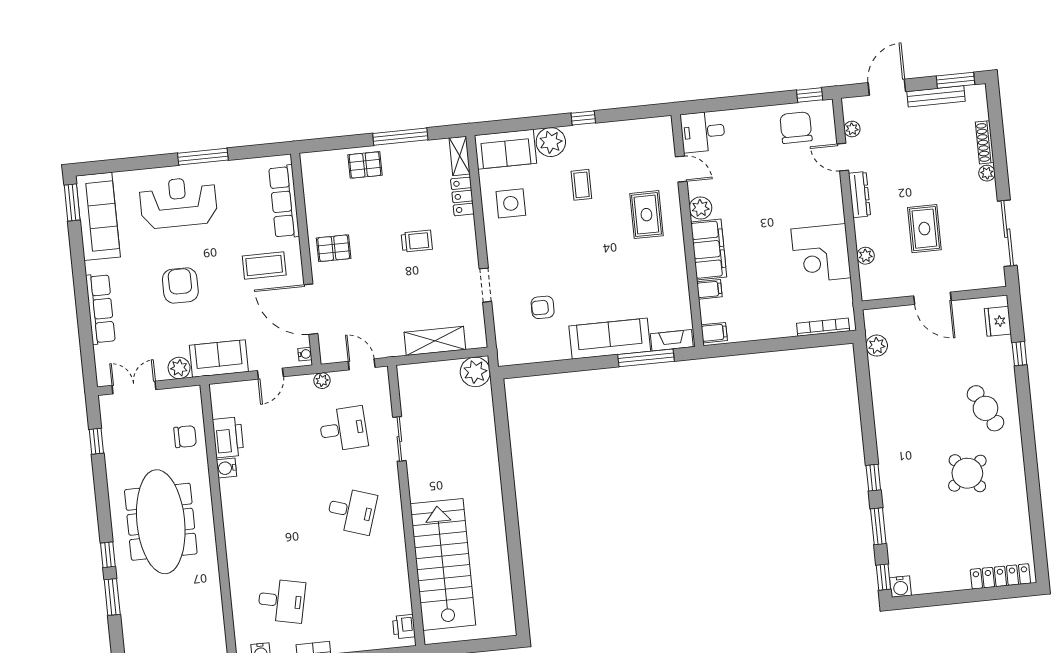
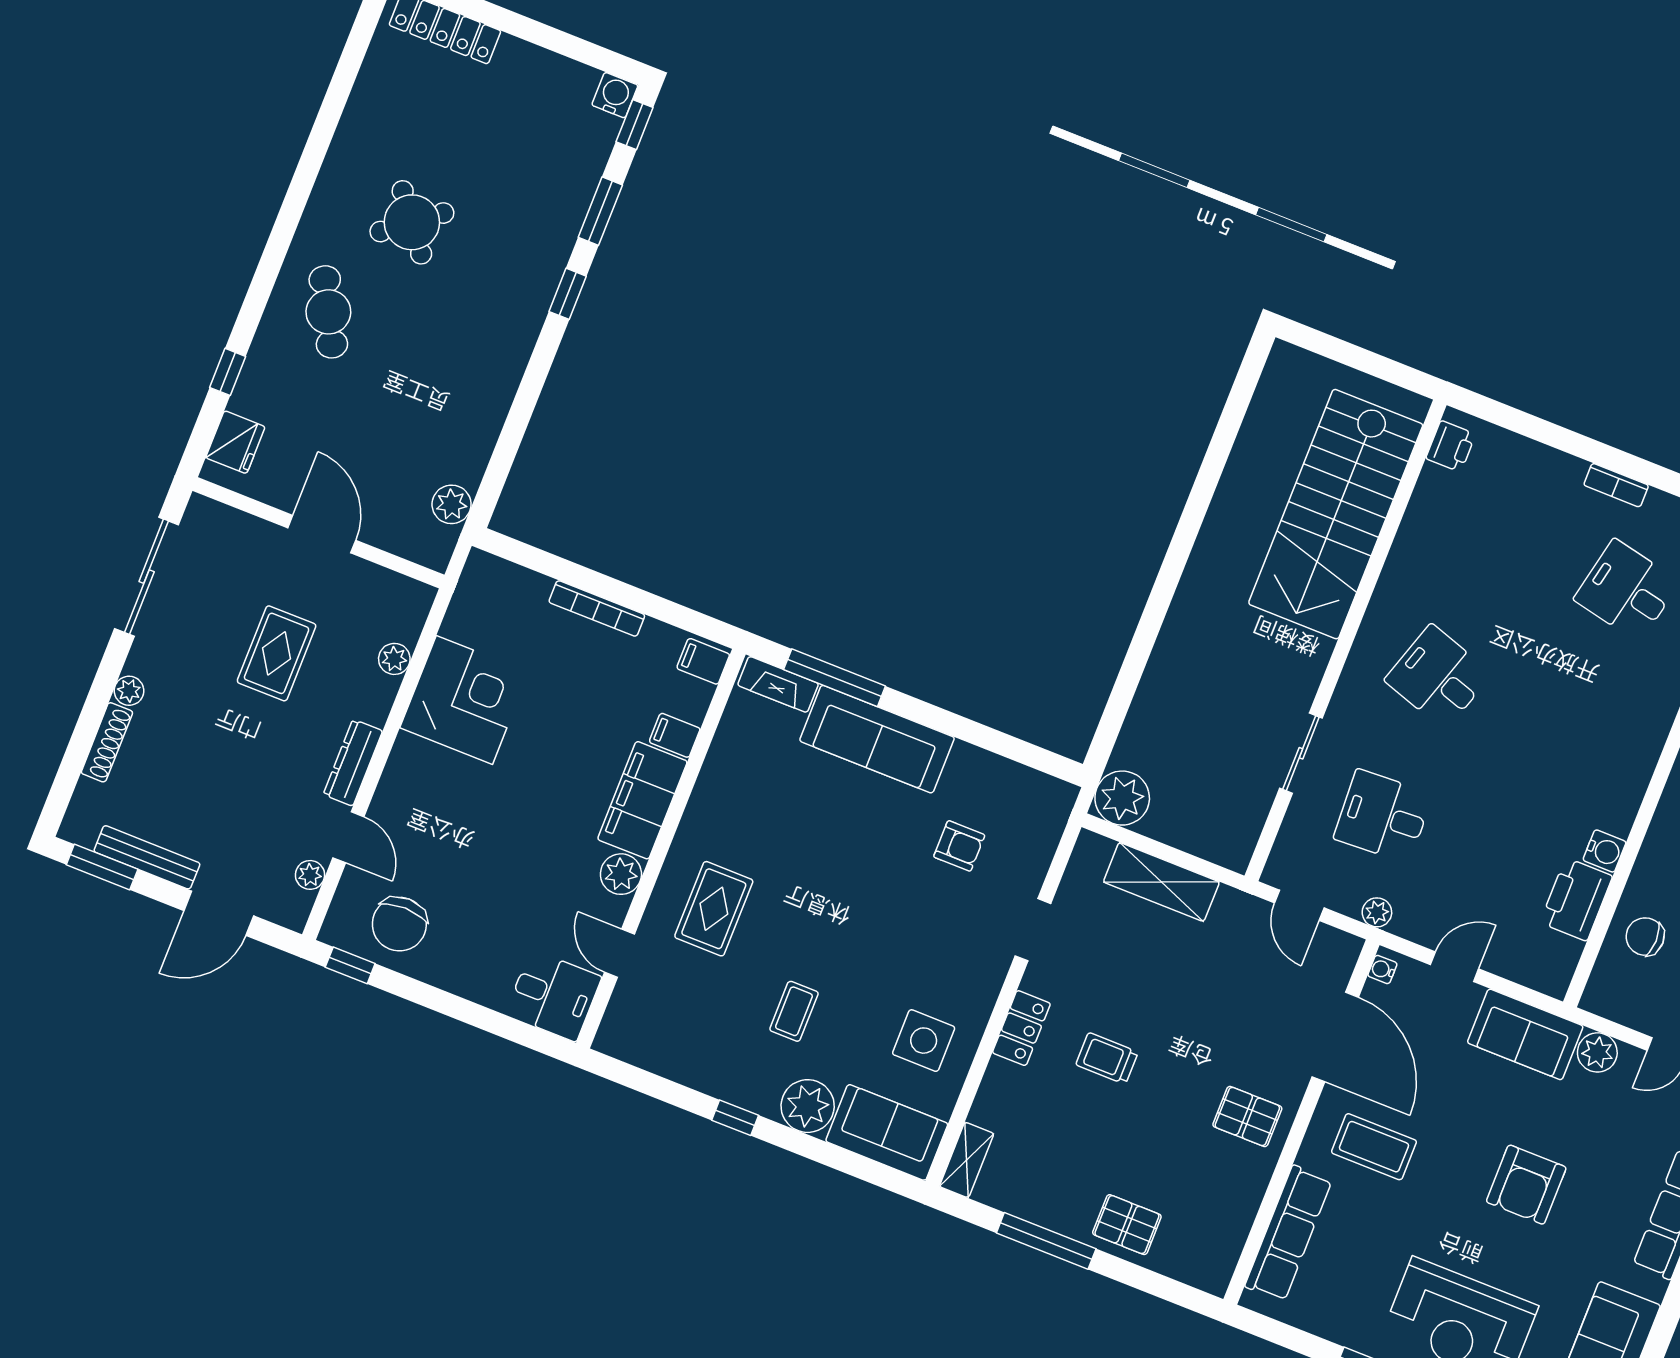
locker: (462, 196) -> (1021, 1028), moved
bookcase: (823, 327) -> (597, 608), moved

